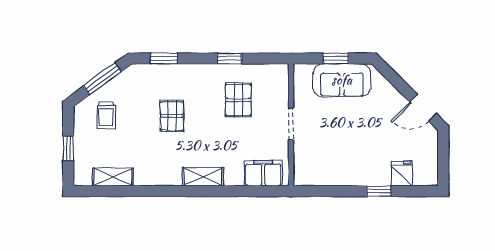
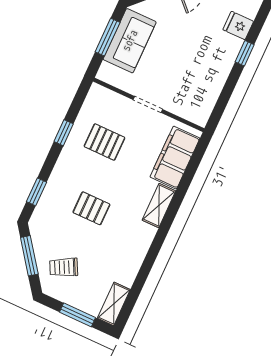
window: (336, 59) -> (108, 37), width x1.50
trolley: (106, 115) -> (64, 267), turned 153
window: (68, 148) -> (77, 315), width x1.50
filing cabinet: (263, 173) -> (175, 158), width x1.50, depth x1.17
shelving: (113, 177) -> (114, 304), moved

